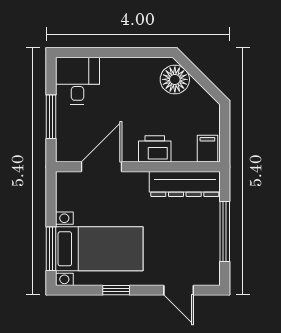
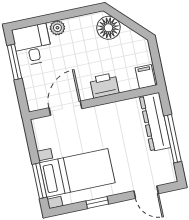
plant: (112, 66) -> (57, 28), added
window: (51, 117) -> (14, 62), moved
dresser: (185, 184) -> (155, 122), moved, turned 90

